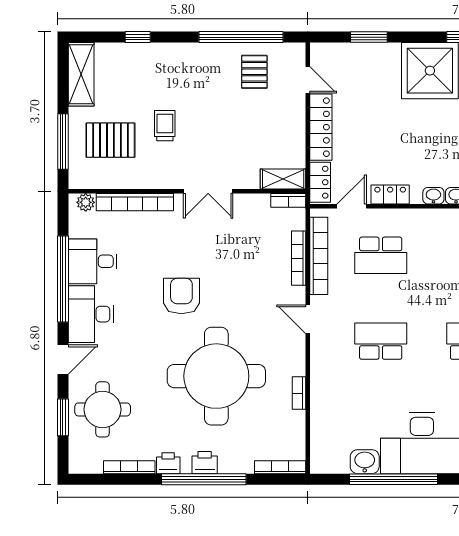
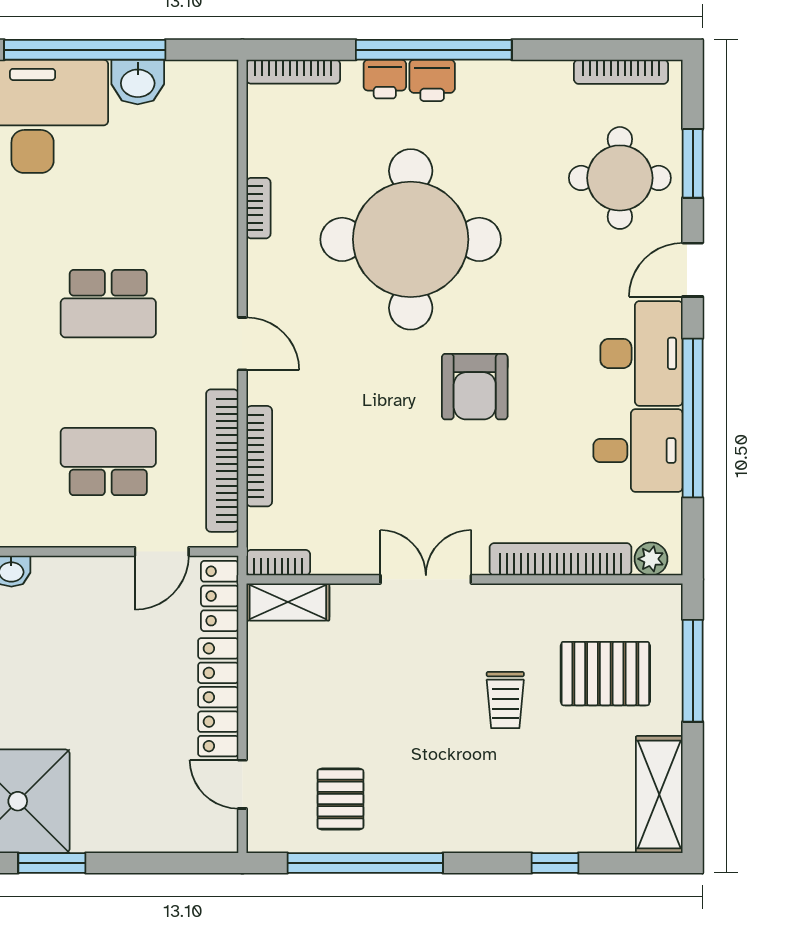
window: (369, 37) -> (52, 863), moved
locker: (390, 195) -> (91, 573), removed
printer: (168, 463) -> (385, 79), moved
bookcase: (129, 467) -> (621, 72), moved

